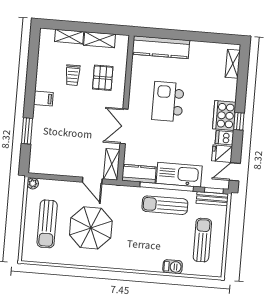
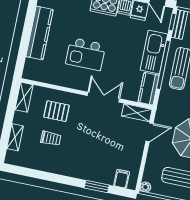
shelving: (100, 40) -> (24, 97), moved
kitchen counter: (161, 47) -> (40, 33), moved
filing cabinet: (43, 99) -> (122, 179), moved
double door: (124, 126) -> (103, 97), swing flipped

